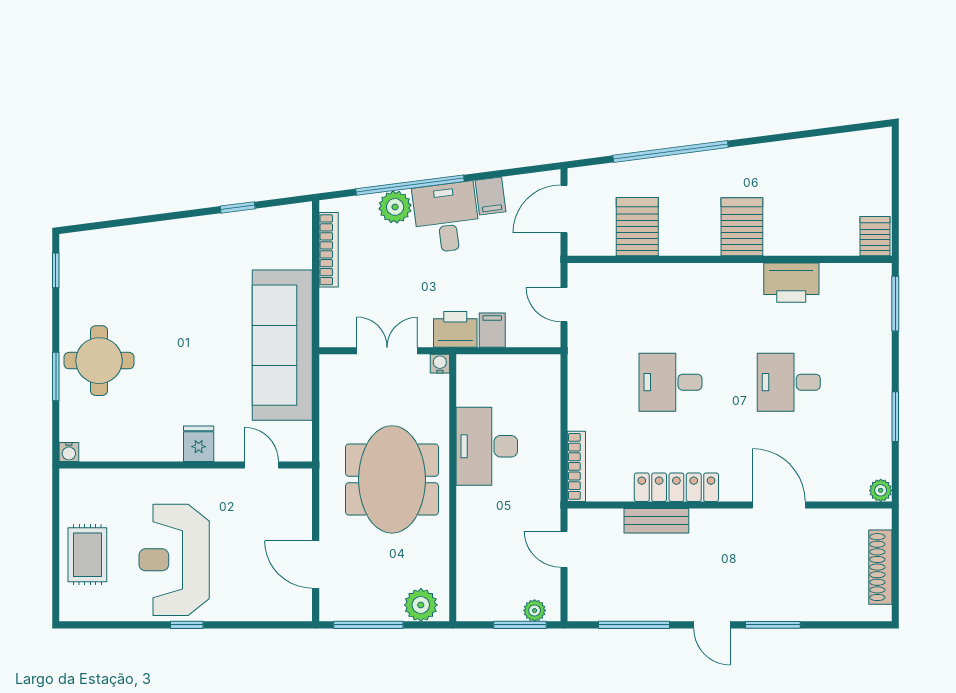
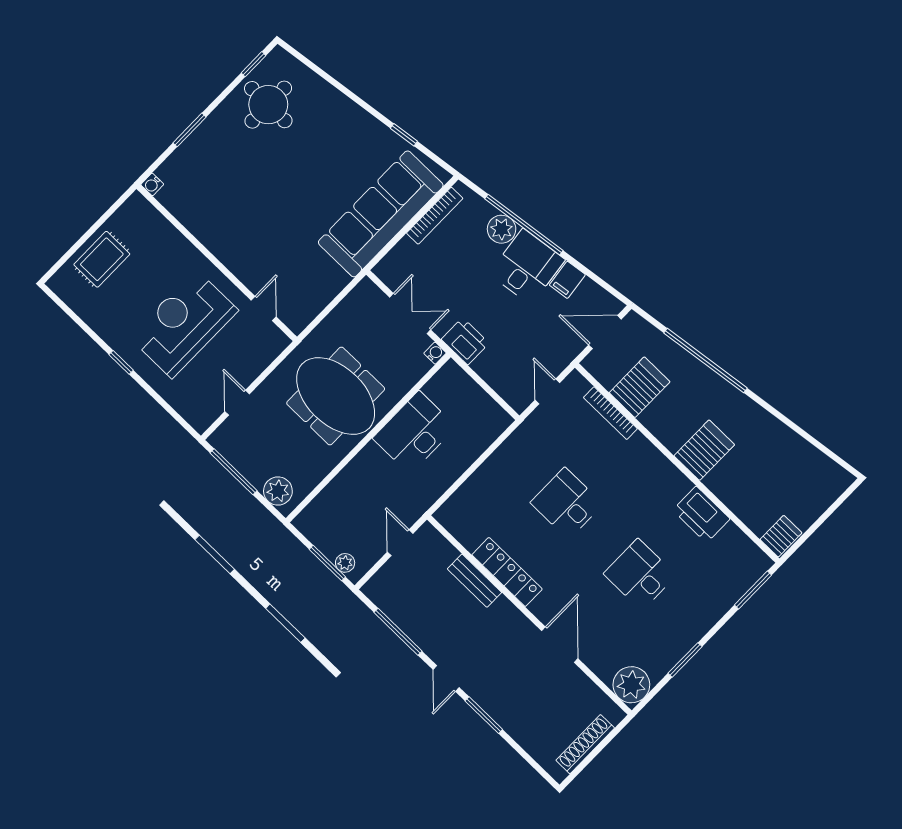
filing cabinet: (492, 330) -> (488, 364), removed
sofa: (282, 345) -> (381, 214), moved
round table: (99, 361) -> (268, 105), moved
fridge: (199, 444) -> (237, 257), removed
bookcase: (576, 466) -> (610, 413), moved, turned 90
meeting table: (392, 479) -> (336, 396), turned 90
plant: (881, 490) -> (631, 685), width x1.88, depth x1.88
reception desk: (174, 560) -> (184, 324), moved
door: (316, 565) -> (237, 403), width x0.73

